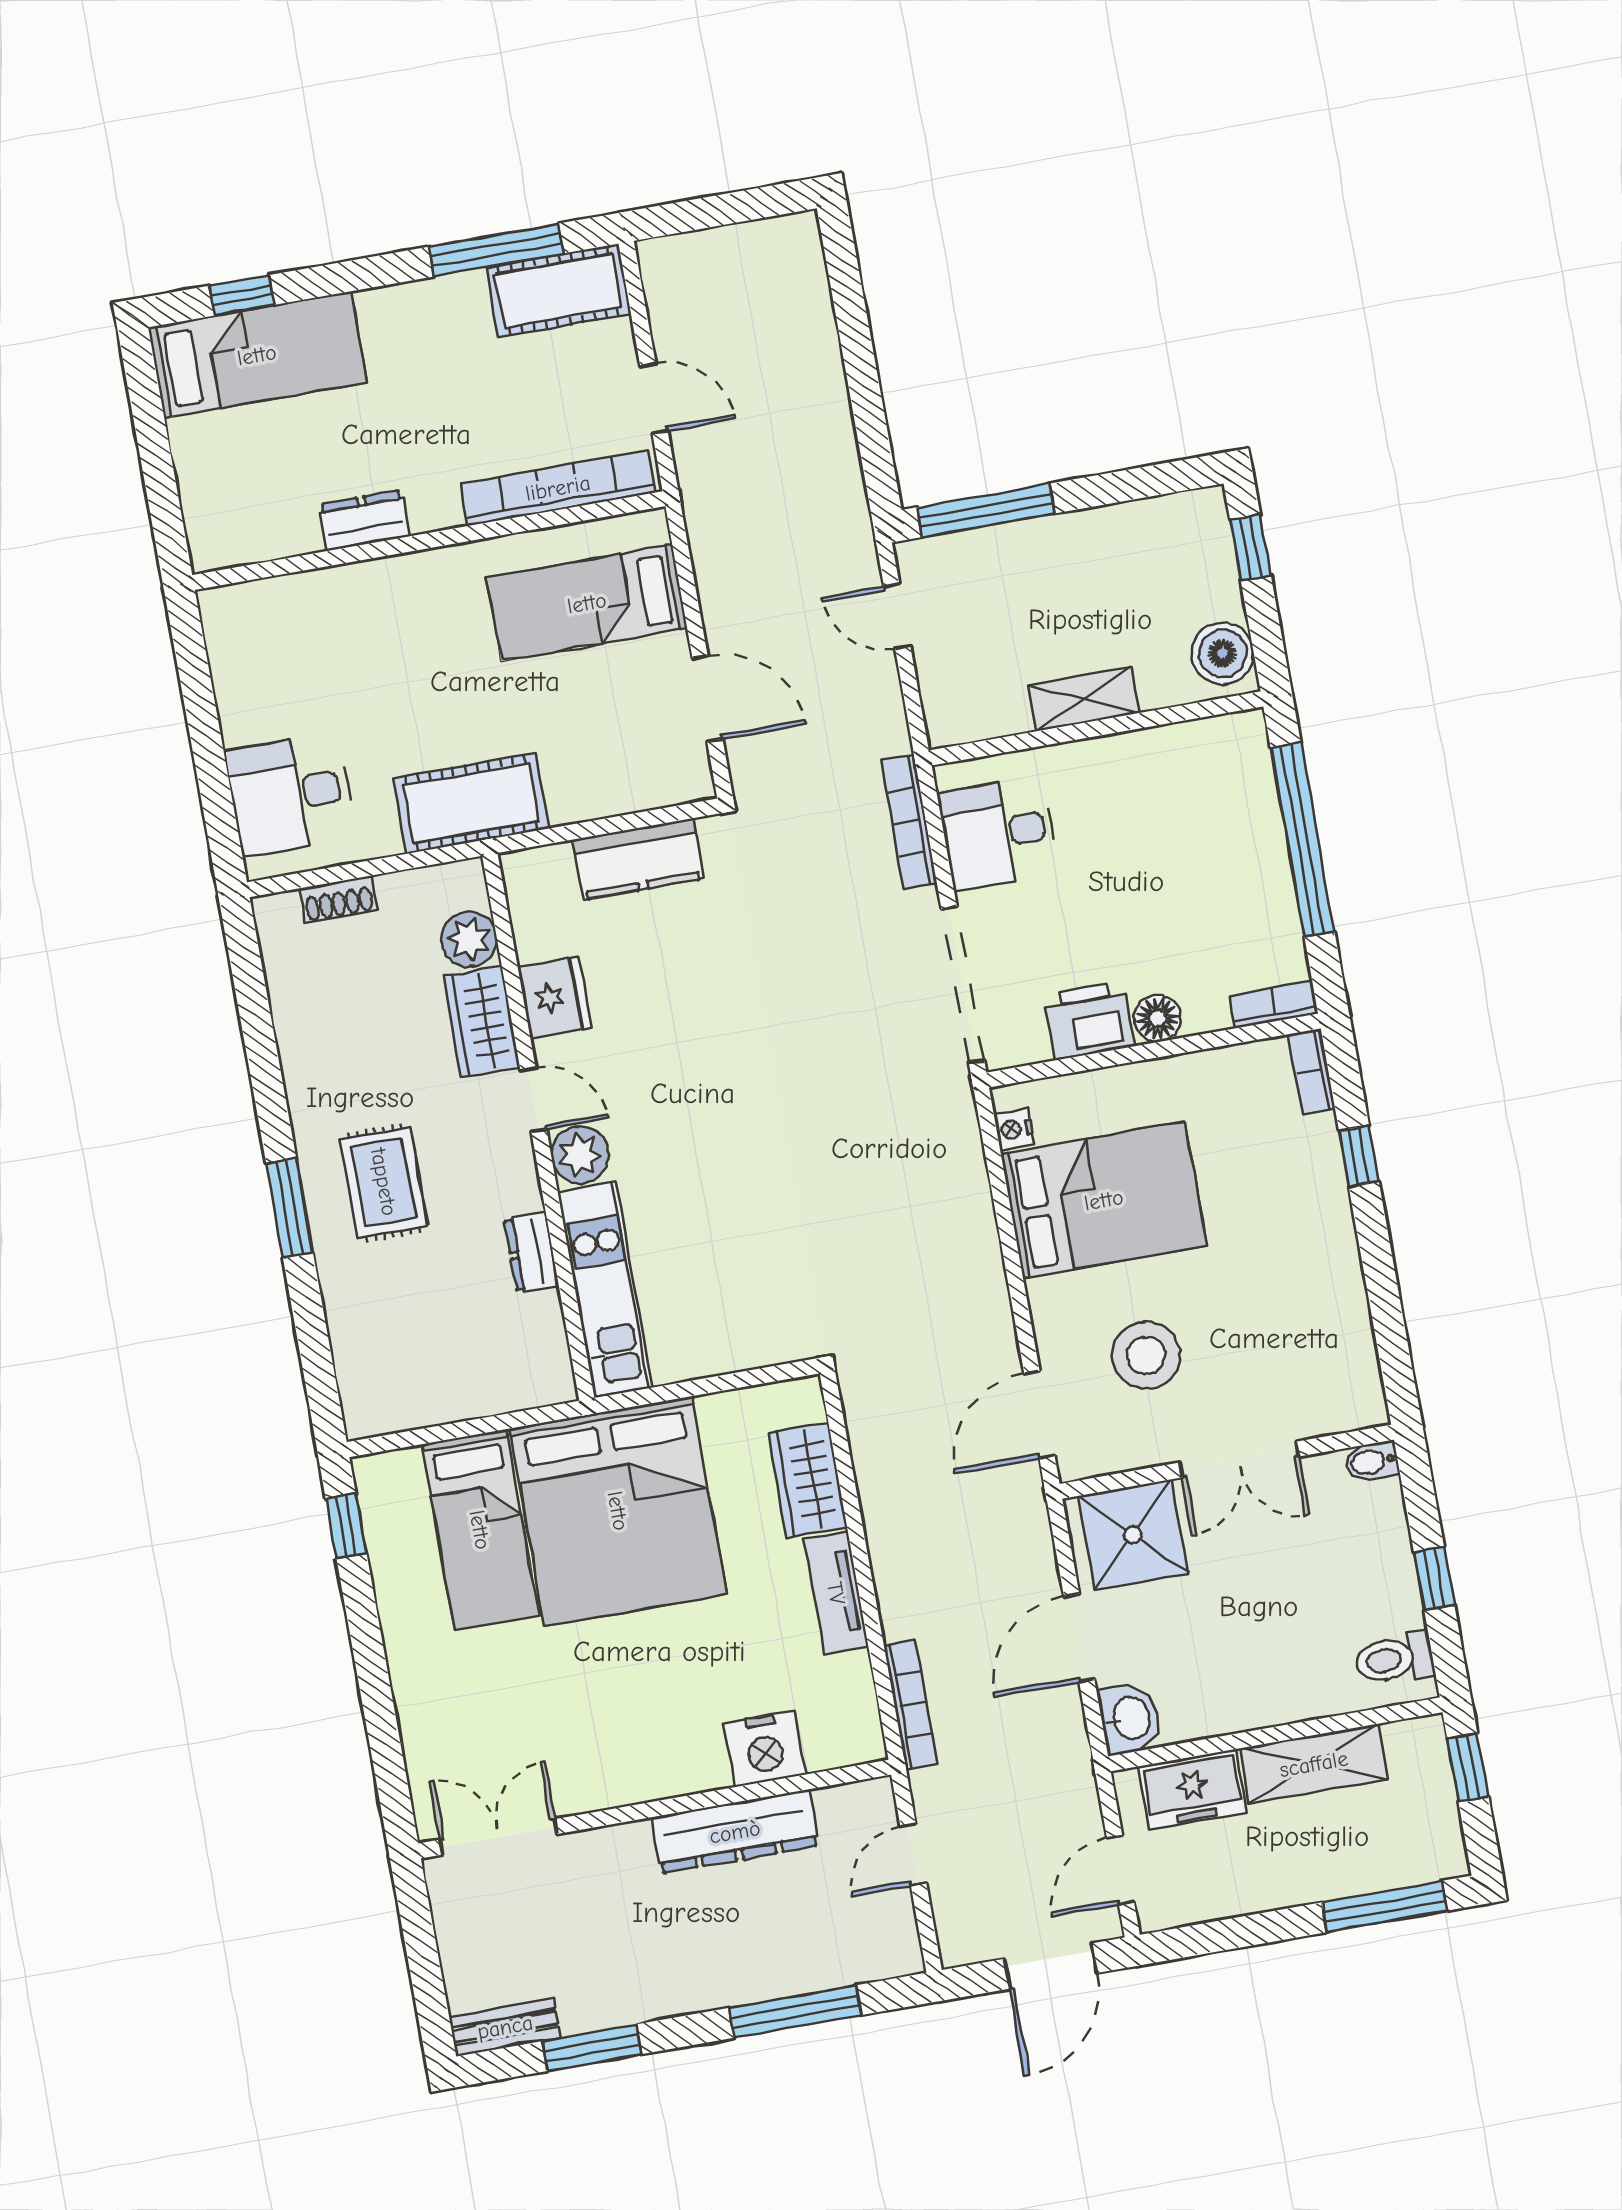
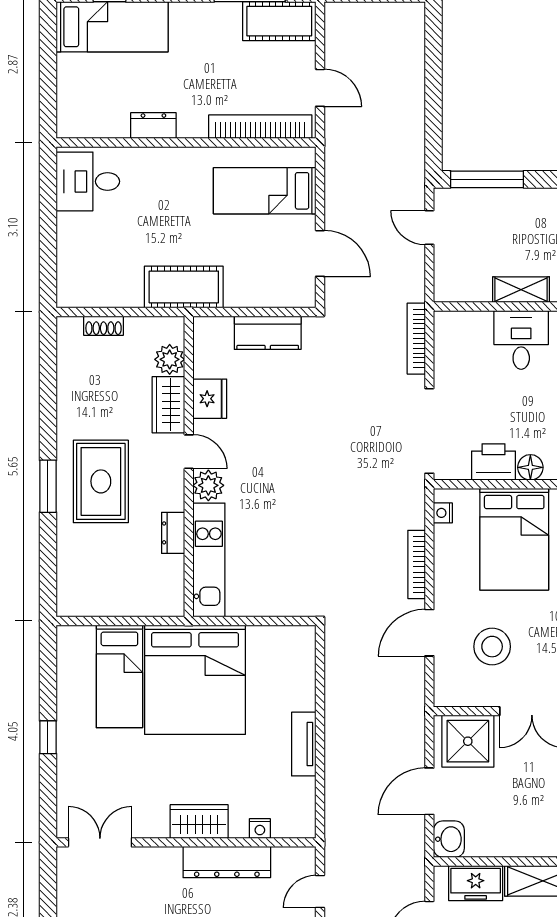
desk: (290, 794) -> (88, 181), moved
desk: (998, 833) -> (521, 340), moved, turned 90
rug: (384, 1182) -> (101, 481), width x1.36, depth x1.43
bed: (1104, 1200) -> (514, 539), moved, turned 90
door: (1039, 1415) -> (429, 633), moved
wardrobe: (808, 1480) -> (199, 821), moved, turned 90
window: (346, 1526) -> (48, 737), moved
bookcase: (911, 1705) -> (417, 564), moved, turned 180
nightstand: (765, 1749) -> (260, 828), width x0.53, depth x0.56

